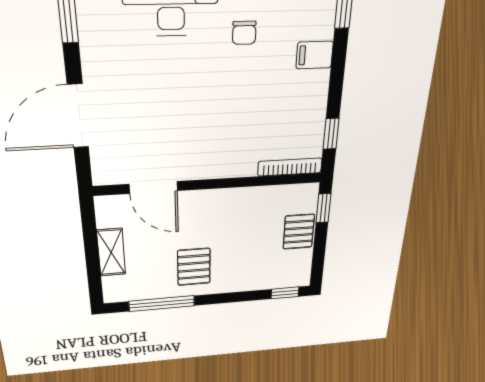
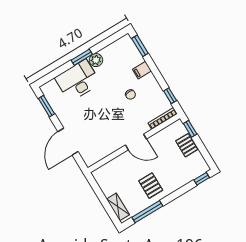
chair: (244, 33) -> (130, 95), moved
door: (153, 187) -> (136, 142), moved
shelving: (111, 252) -> (118, 207), moved

